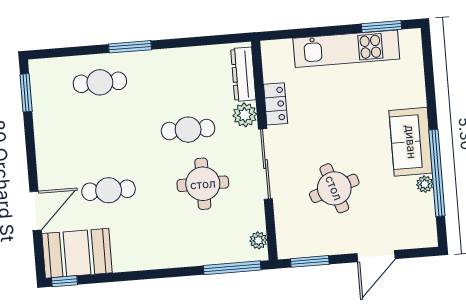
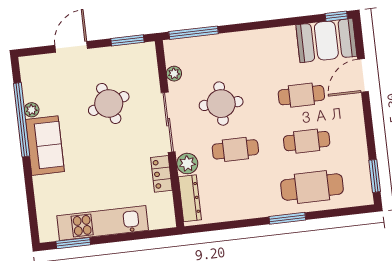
cafe table: (100, 82) -> (312, 187), width x1.37, depth x1.35
cafe table: (104, 136) -> (307, 141), added
plant: (258, 240) -> (174, 74), moved

